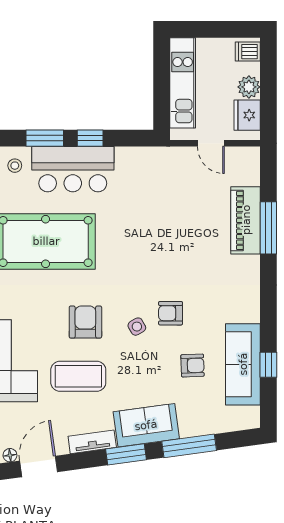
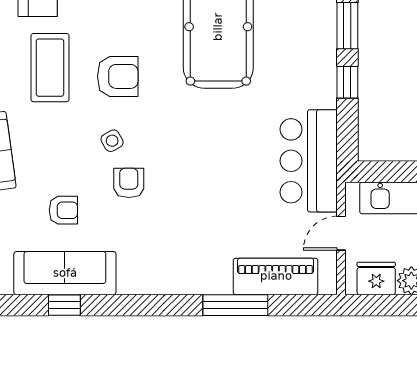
bar counter: (73, 169) -> (309, 161), moved
piano: (246, 220) -> (276, 276), moved
armchair: (192, 365) -> (63, 210), turned -88

